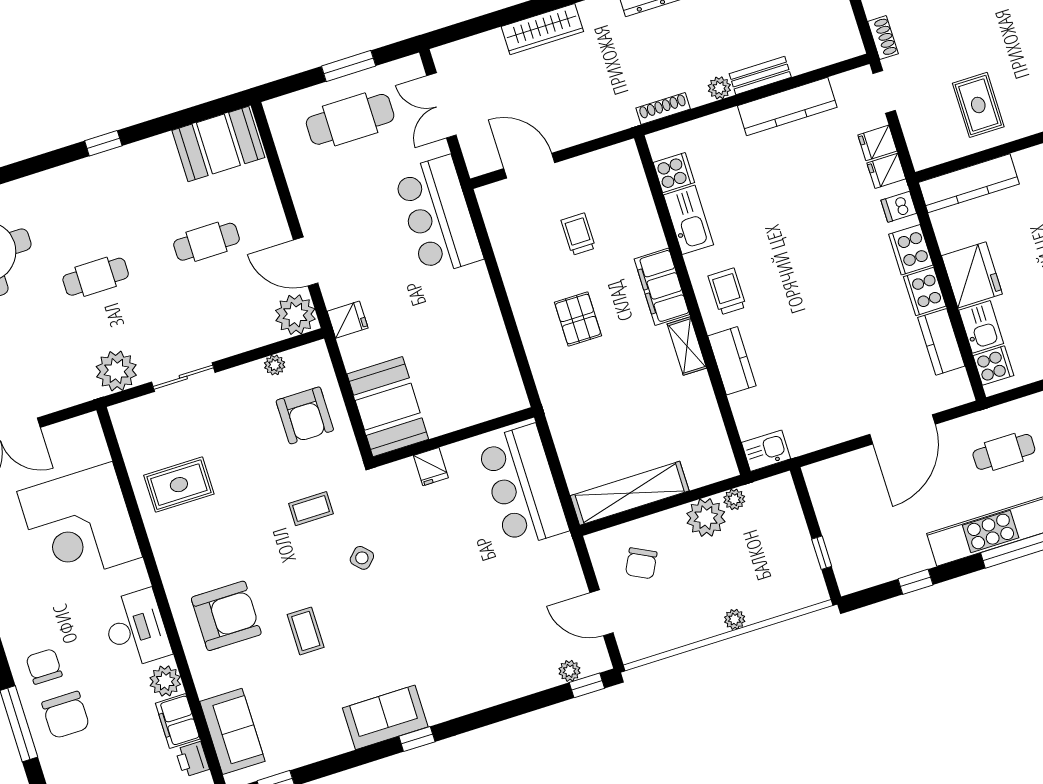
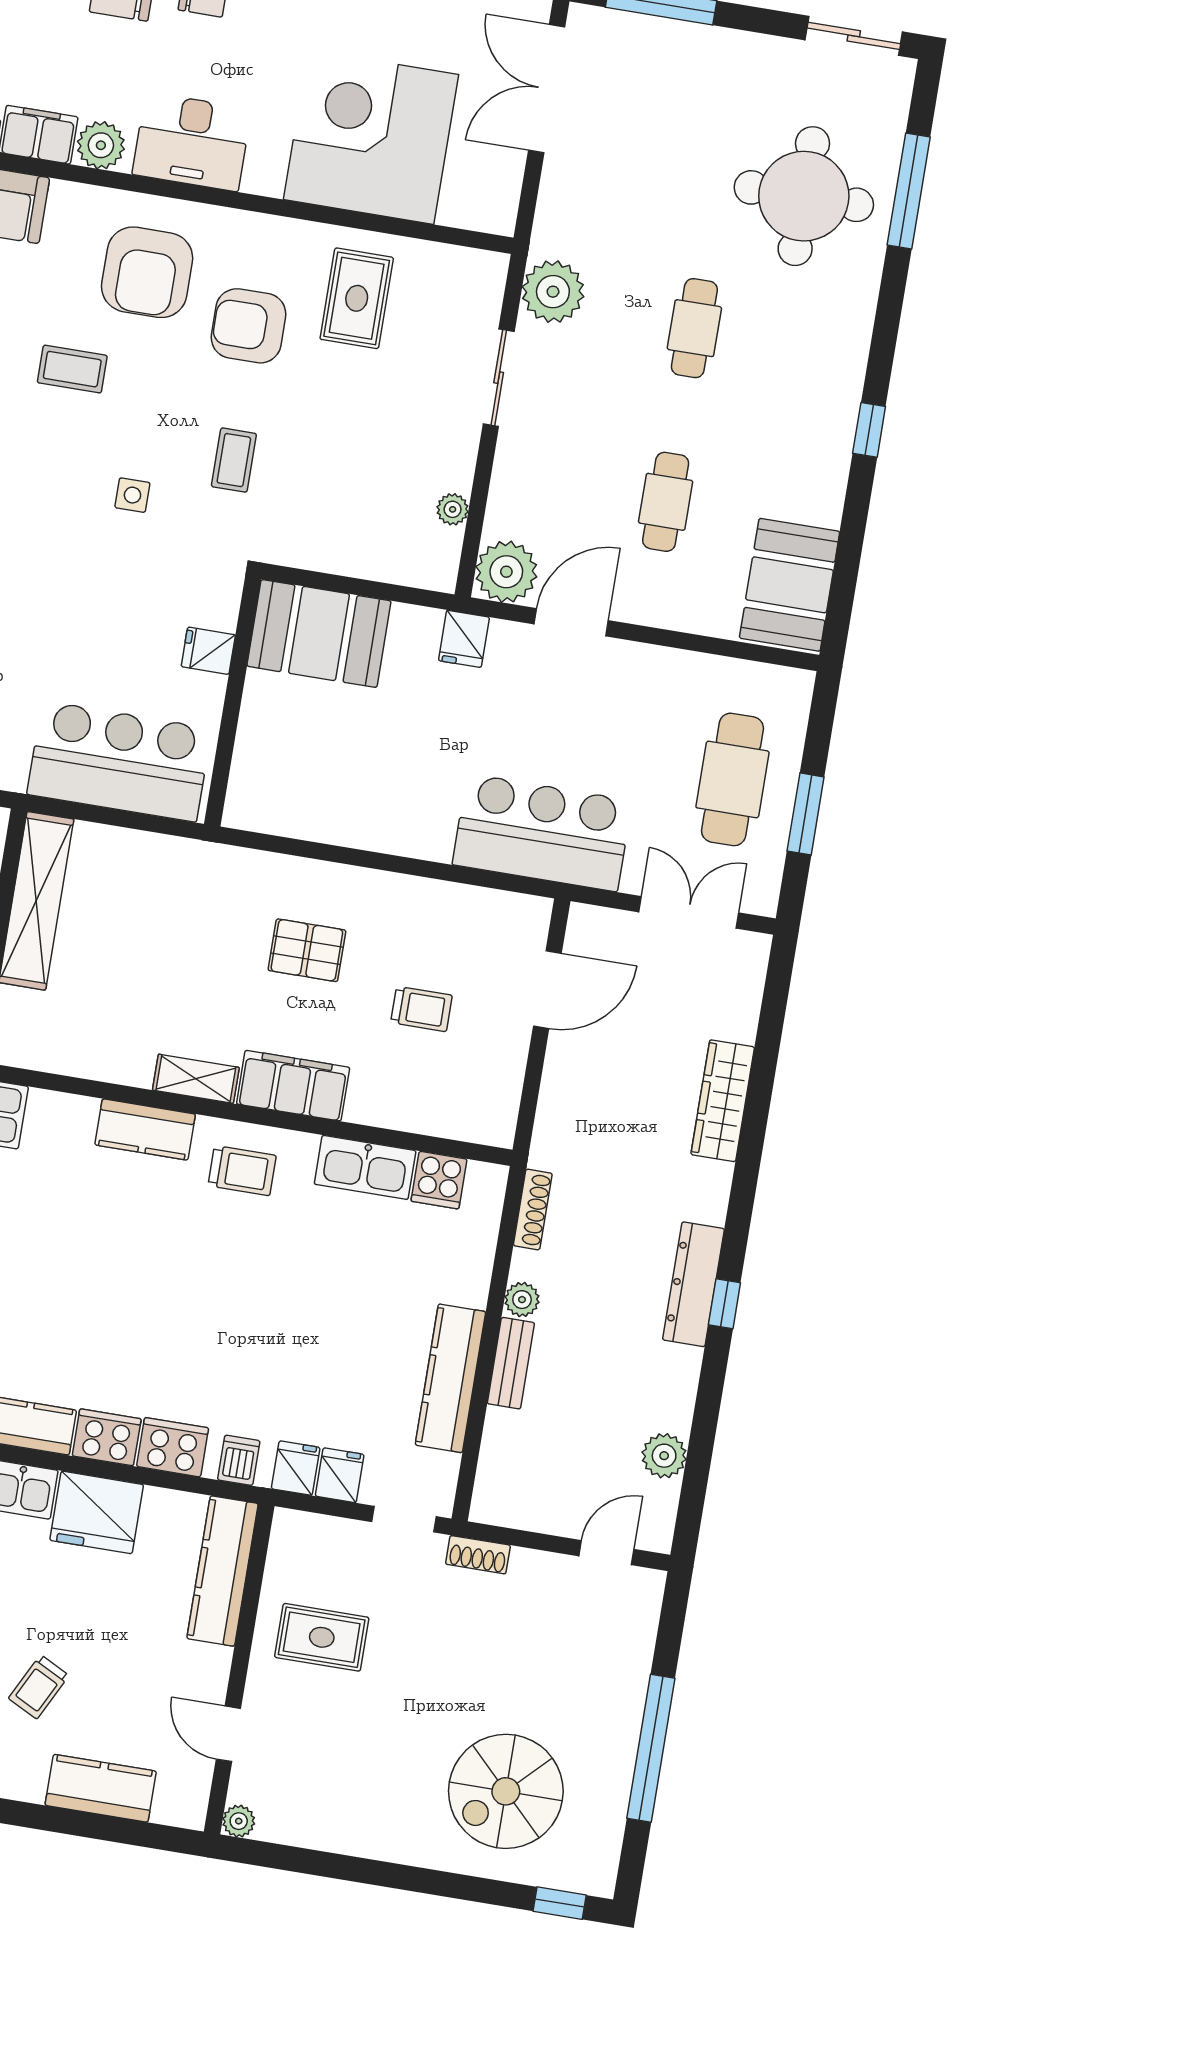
armchair: (305, 415) -> (249, 326), moved
side table: (362, 558) -> (132, 495), turned 45

